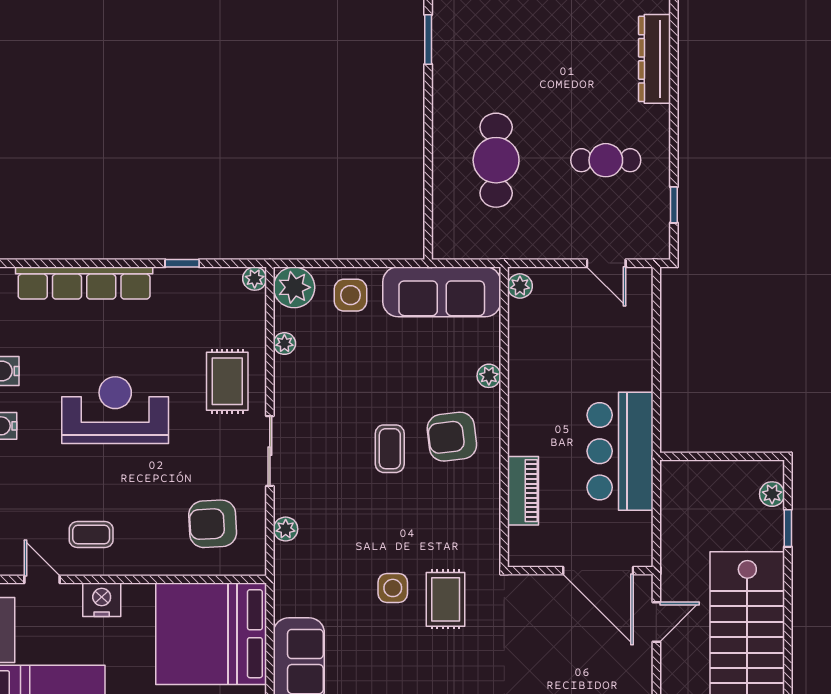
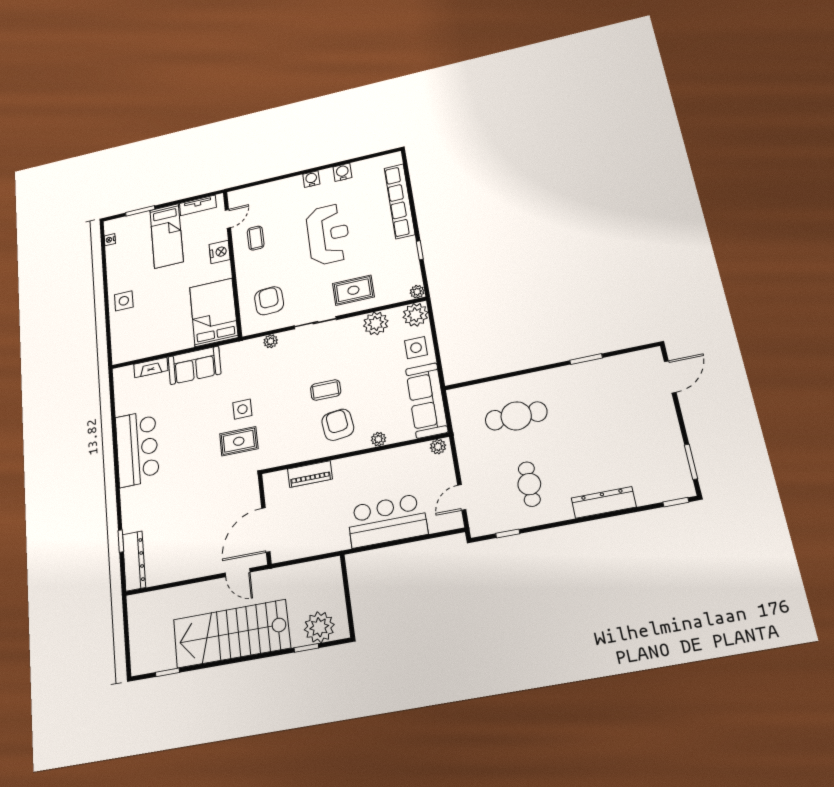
plant: (284, 343) -> (376, 323), width x1.87, depth x1.87
bar counter: (620, 451) -> (387, 521), moved
plant: (772, 494) -> (319, 627), width x1.88, depth x1.88
bed: (211, 634) -> (214, 312), width x0.73

